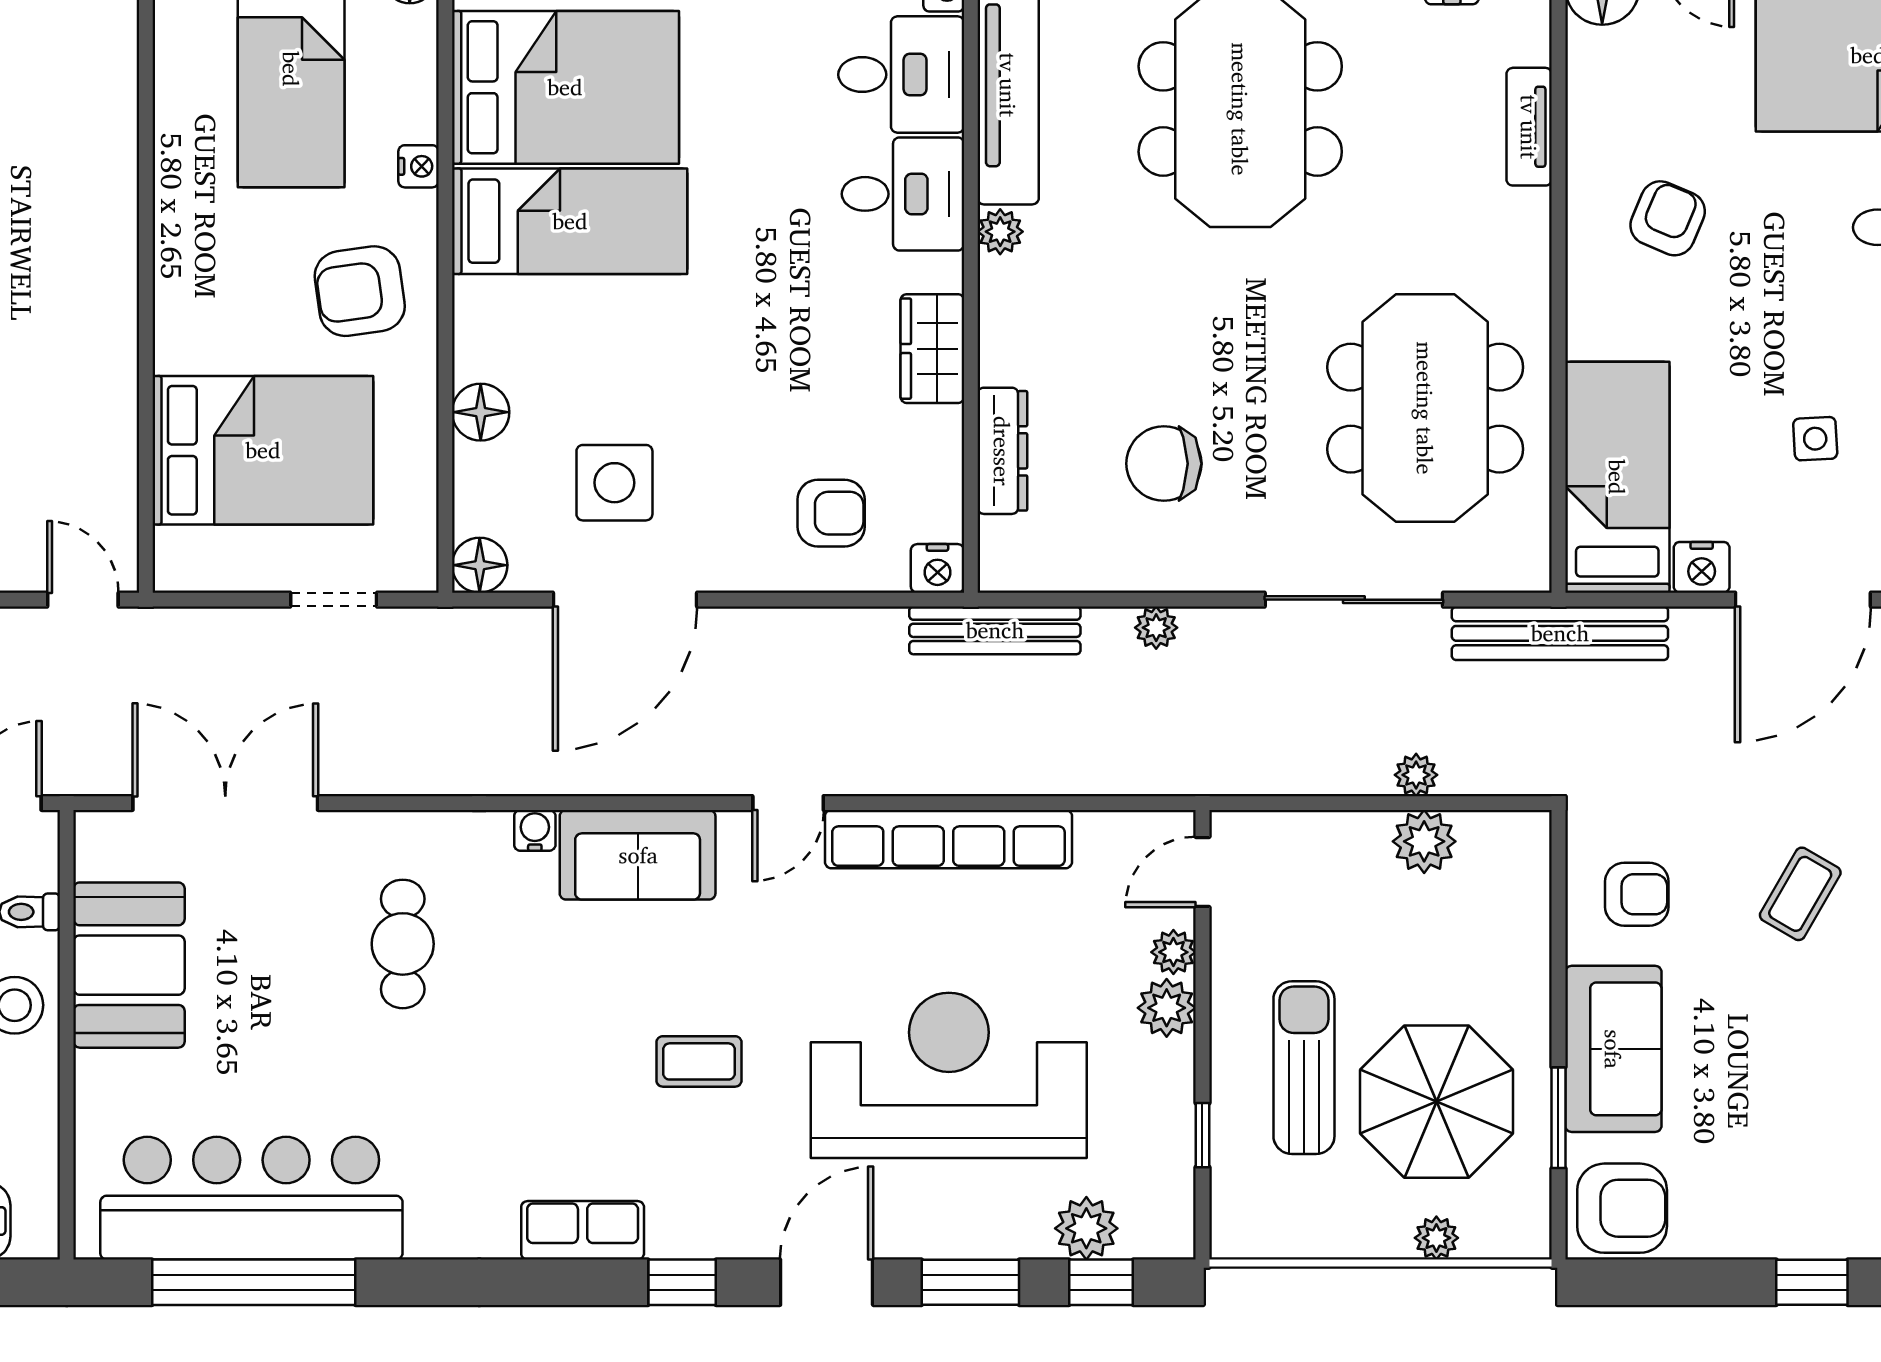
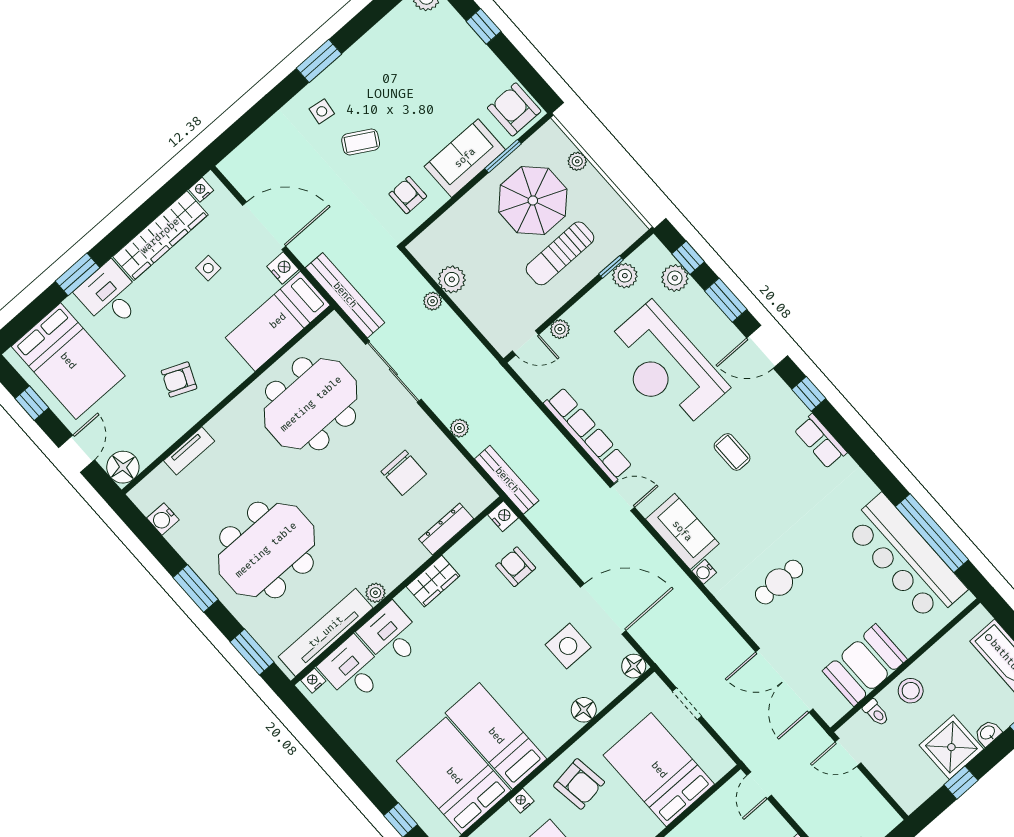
plant: (1167, 1008) -> (625, 276), moved

